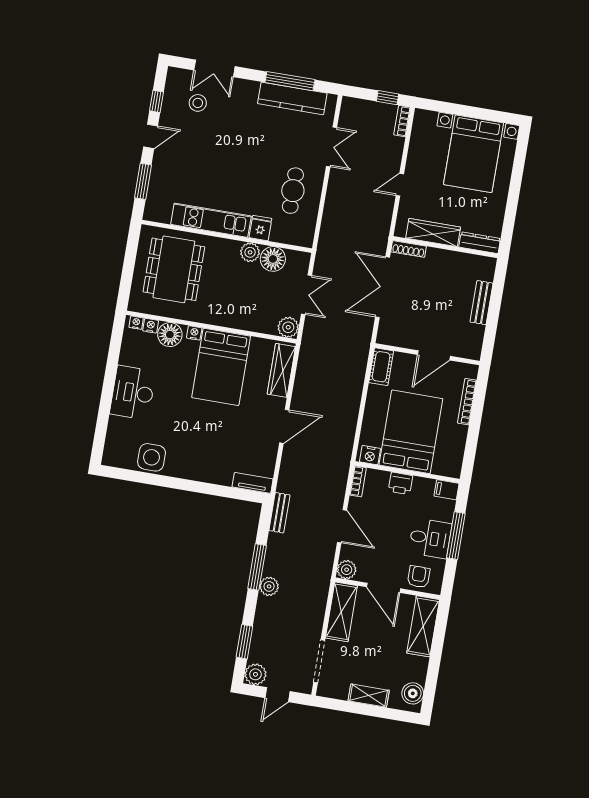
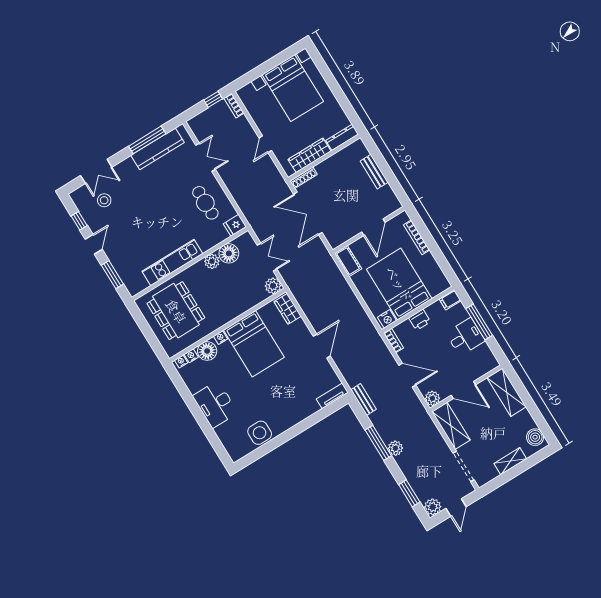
fridge: (260, 228) -> (235, 225), moved, turned -90
wardrobe: (281, 370) -> (288, 309), width x0.67
armchair: (419, 577) -> (478, 365), removed

